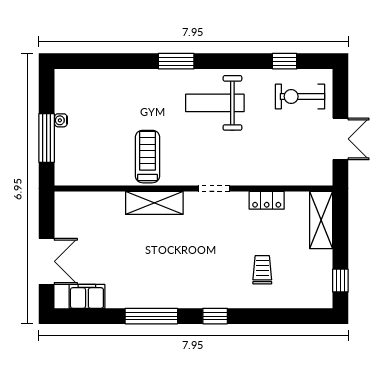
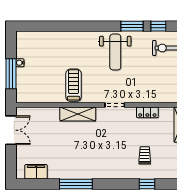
window: (176, 61) -> (132, 26), moved
weight bench: (215, 103) -> (115, 52), turned -90
double door: (47, 261) -> (11, 130), moved
window: (215, 316) -> (147, 184), moved

